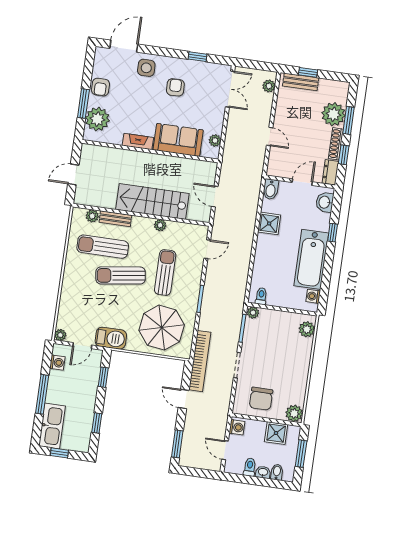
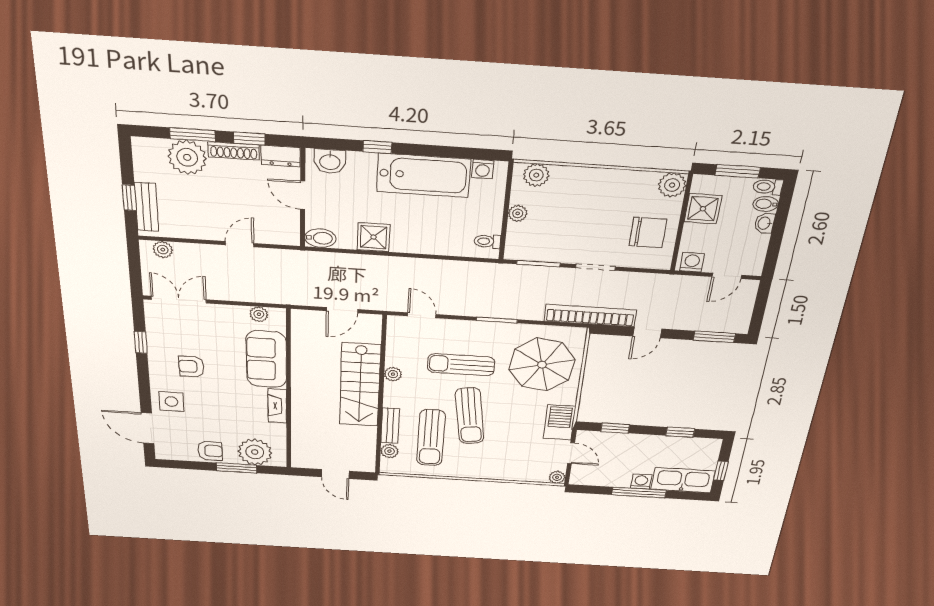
plant: (253, 313) -> (518, 213), moved
washing machine: (57, 363) -> (641, 481), moved
toilet: (250, 467) -> (768, 187), moved

